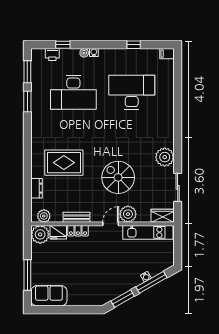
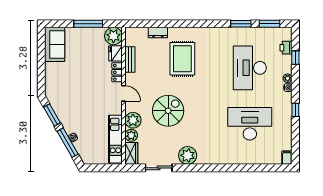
window: (134, 45) -> (295, 110), moved
desk: (132, 92) -> (250, 124), turned -90
plant: (44, 216) -> (131, 135), moved
bench: (76, 217) -> (130, 59), moved
door: (111, 224) -> (124, 93), moved
window: (27, 275) -> (88, 24), moved

